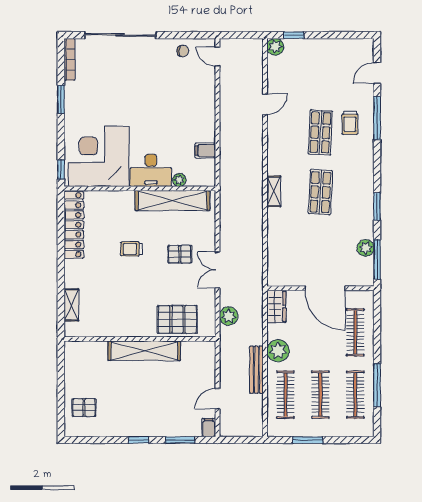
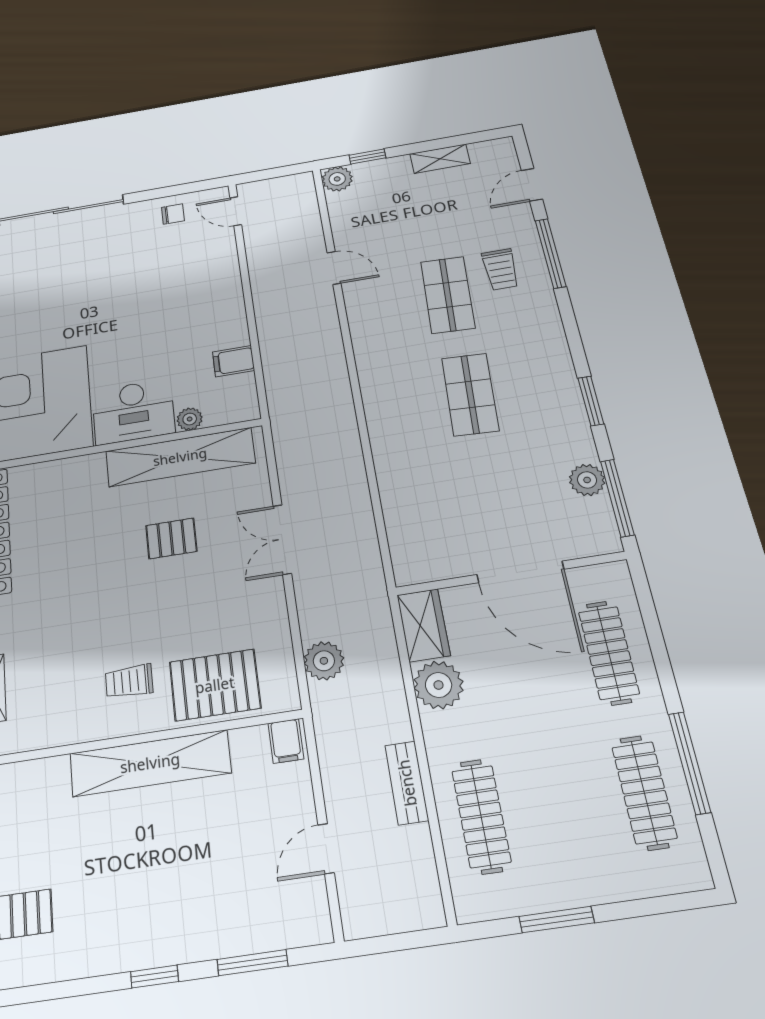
door: (265, 104) -> (334, 268), hinge flipped
shelving: (274, 191) -> (440, 159), moved, turned 90
trolley: (131, 249) -> (129, 681), moved
pallet: (180, 254) -> (171, 538), moved
double door: (217, 270) -> (282, 539), moved
plant: (278, 351) -> (439, 685), moved
bench: (256, 370) -> (407, 783), width x0.73
clothes rail: (320, 395) -> (562, 804), removed
filing cabinet: (209, 428) -> (286, 741), moved, turned 180

